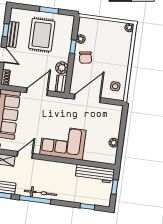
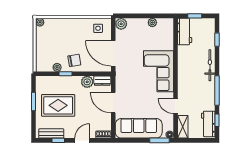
bench: (12, 34) -> (51, 133), moved
plant: (117, 111) -> (121, 24), added
workbench: (95, 174) -> (185, 31), width x0.73
bicycle: (41, 193) -> (210, 65), moved

